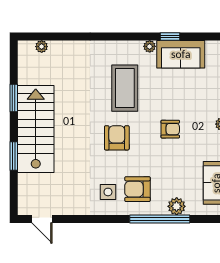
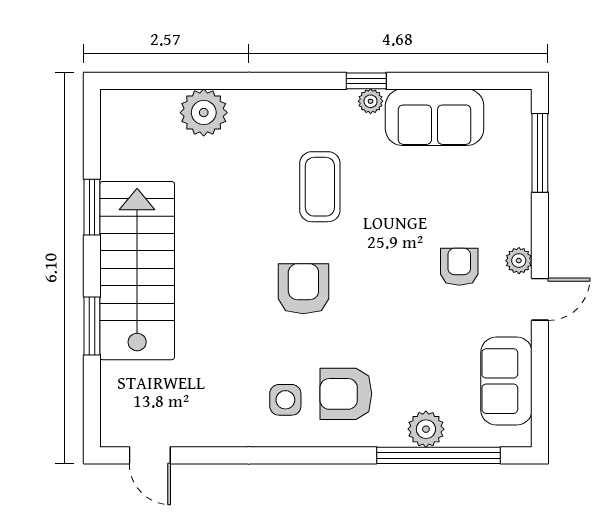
window: (170, 36) -> (366, 81), moved
plant: (42, 47) -> (204, 113), moved, width x1.88, depth x1.88
coffee table: (125, 88) -> (320, 187), width x0.73, depth x0.76
armchair: (170, 129) -> (459, 267), moved, turned -90
window: (160, 219) -> (438, 455), moved

